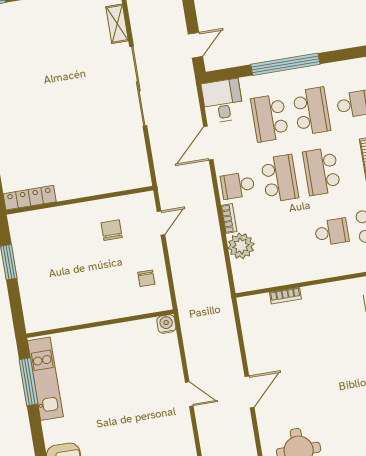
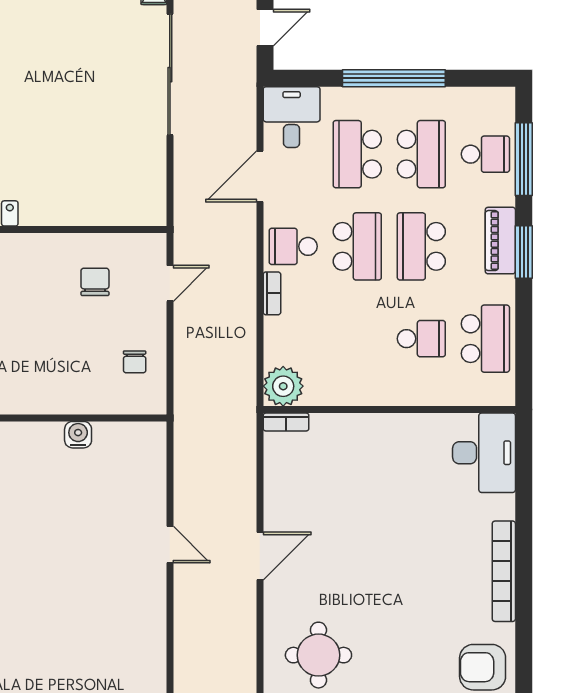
plant: (241, 246) -> (283, 386), moved
bookcase: (285, 296) -> (286, 422), moved
water cooler: (166, 324) -> (78, 435), moved

